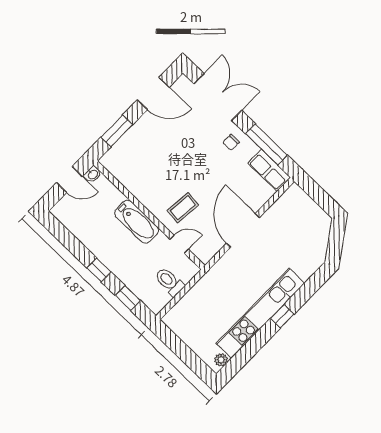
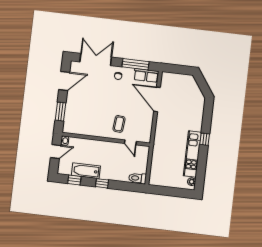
bathtub: (137, 222) -> (86, 171), moved, turned 180
door: (243, 230) -> (157, 99), moved
door: (179, 244) -> (130, 142), swing flipped
toilet: (169, 282) -> (137, 178), moved
window: (128, 298) -> (74, 180), moved
kitchen unit: (260, 313) -> (192, 154), width x0.73

